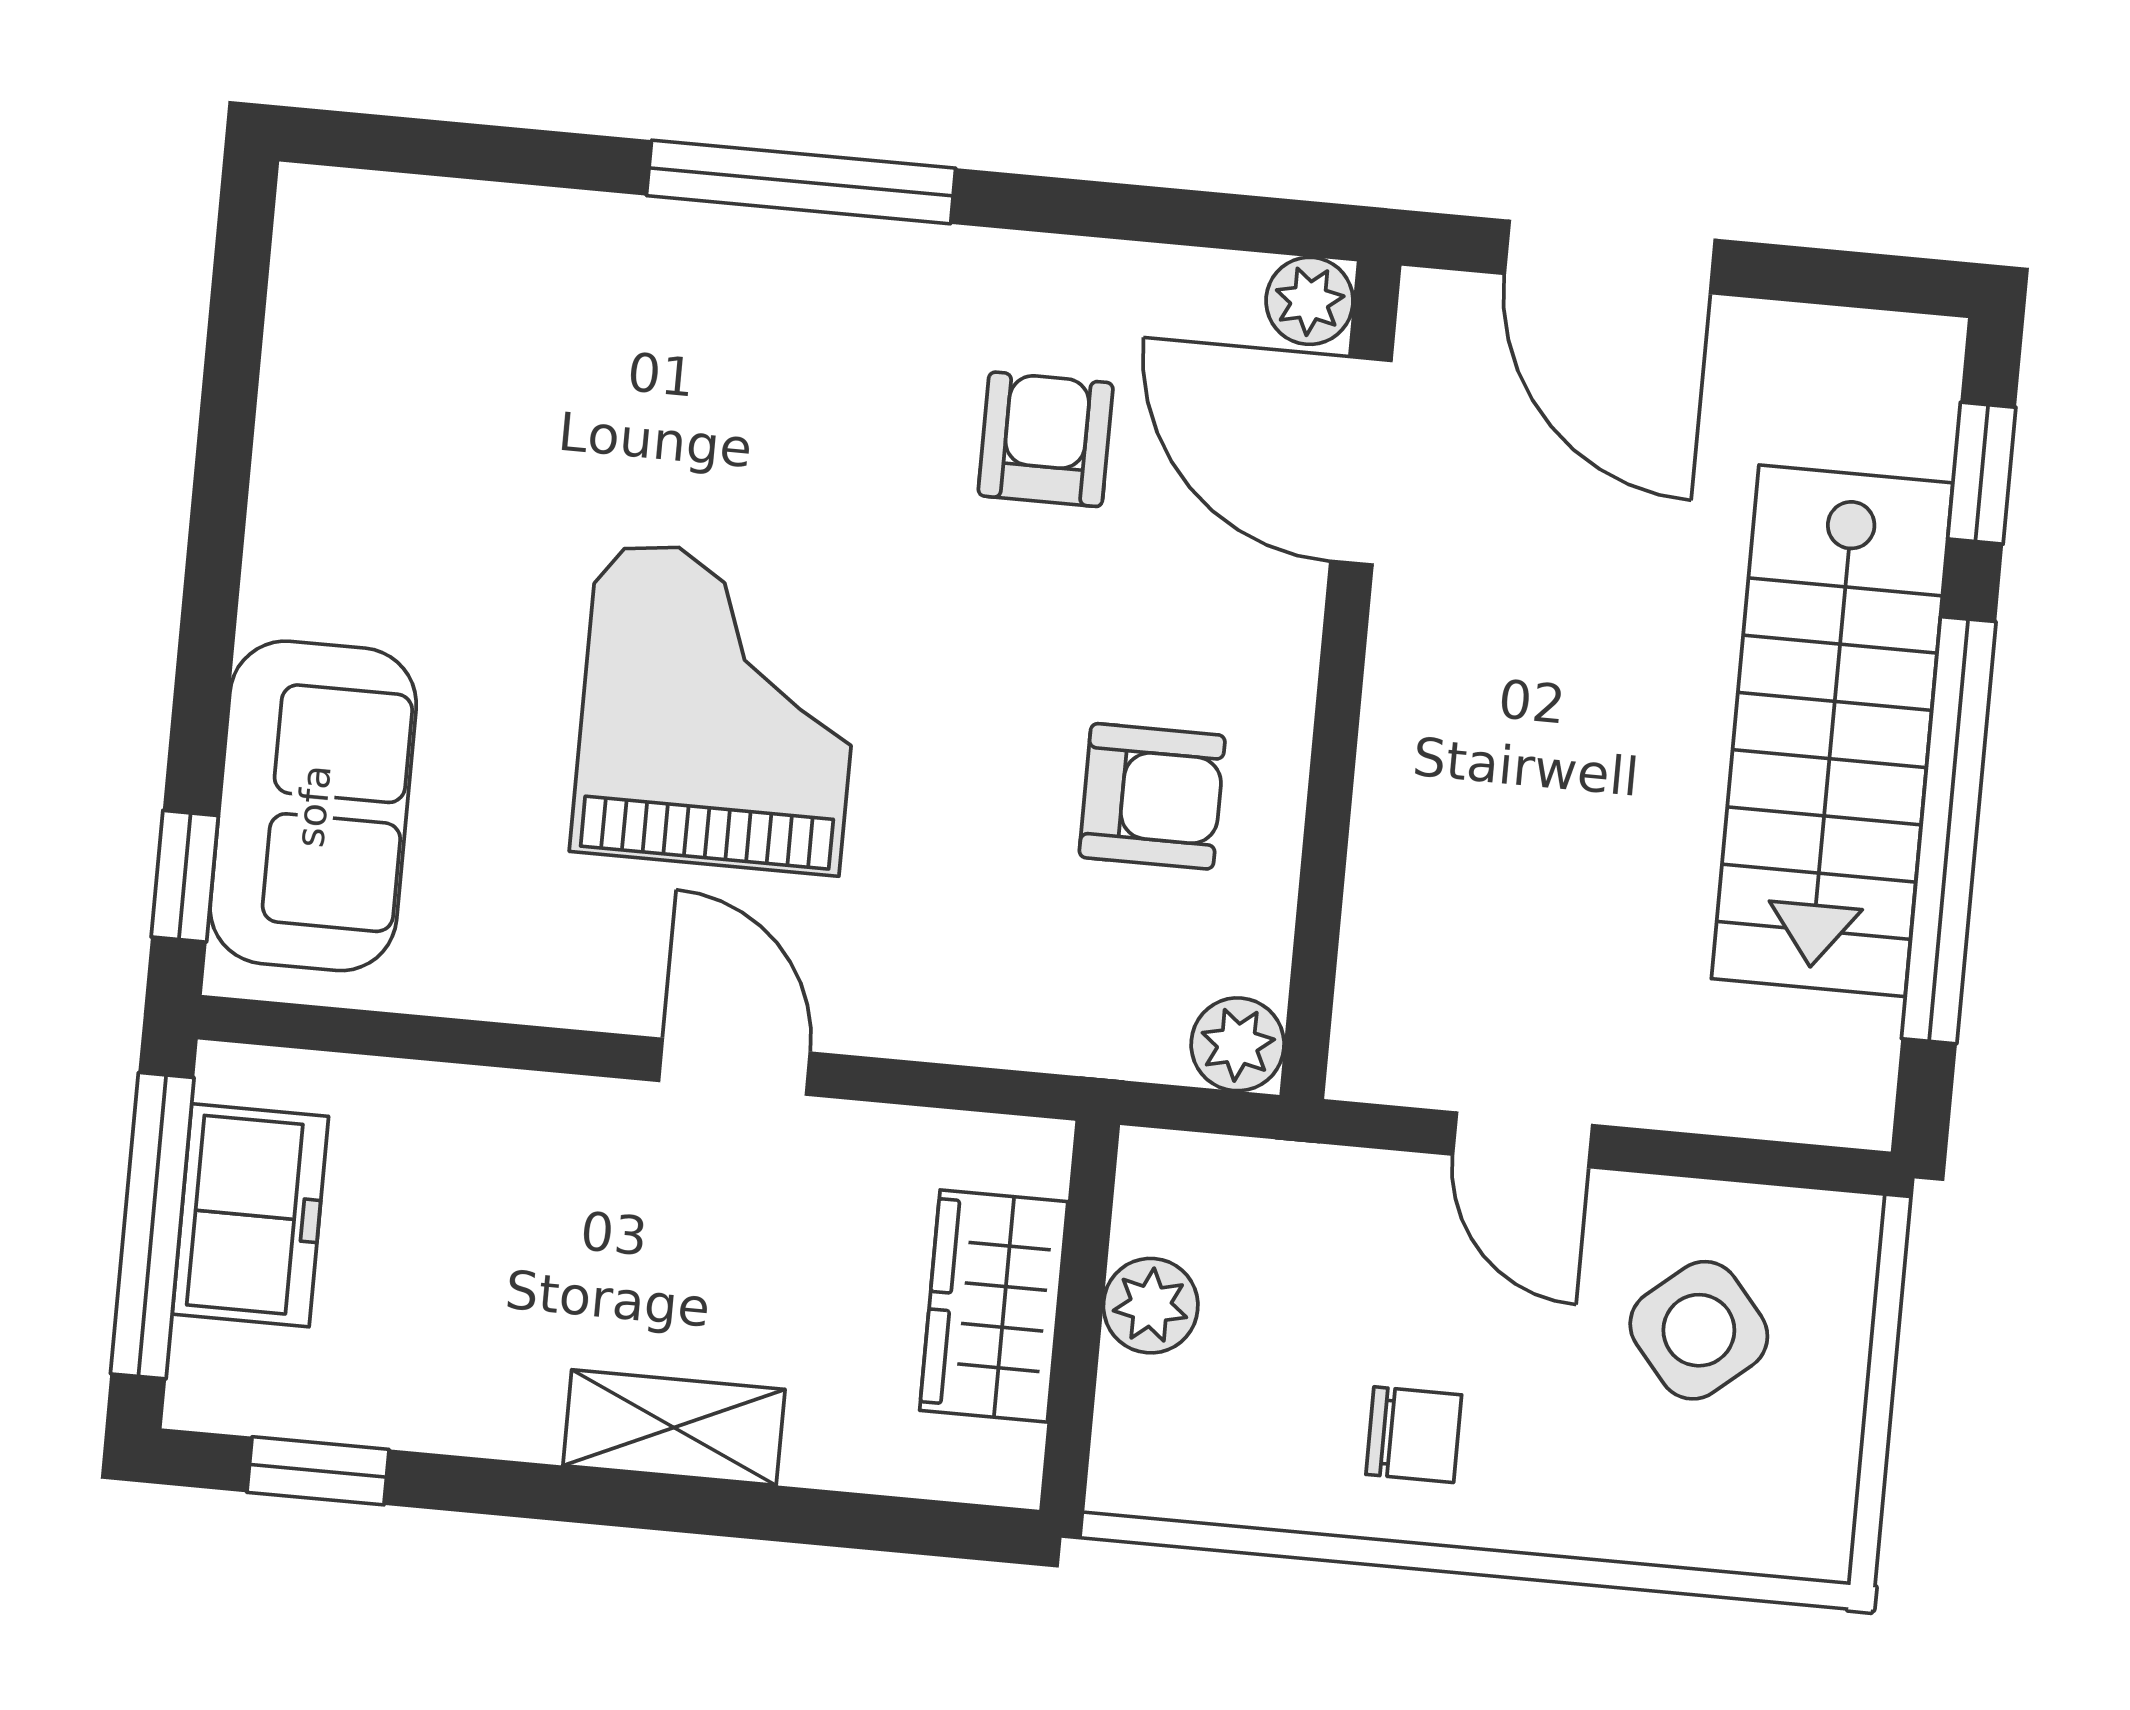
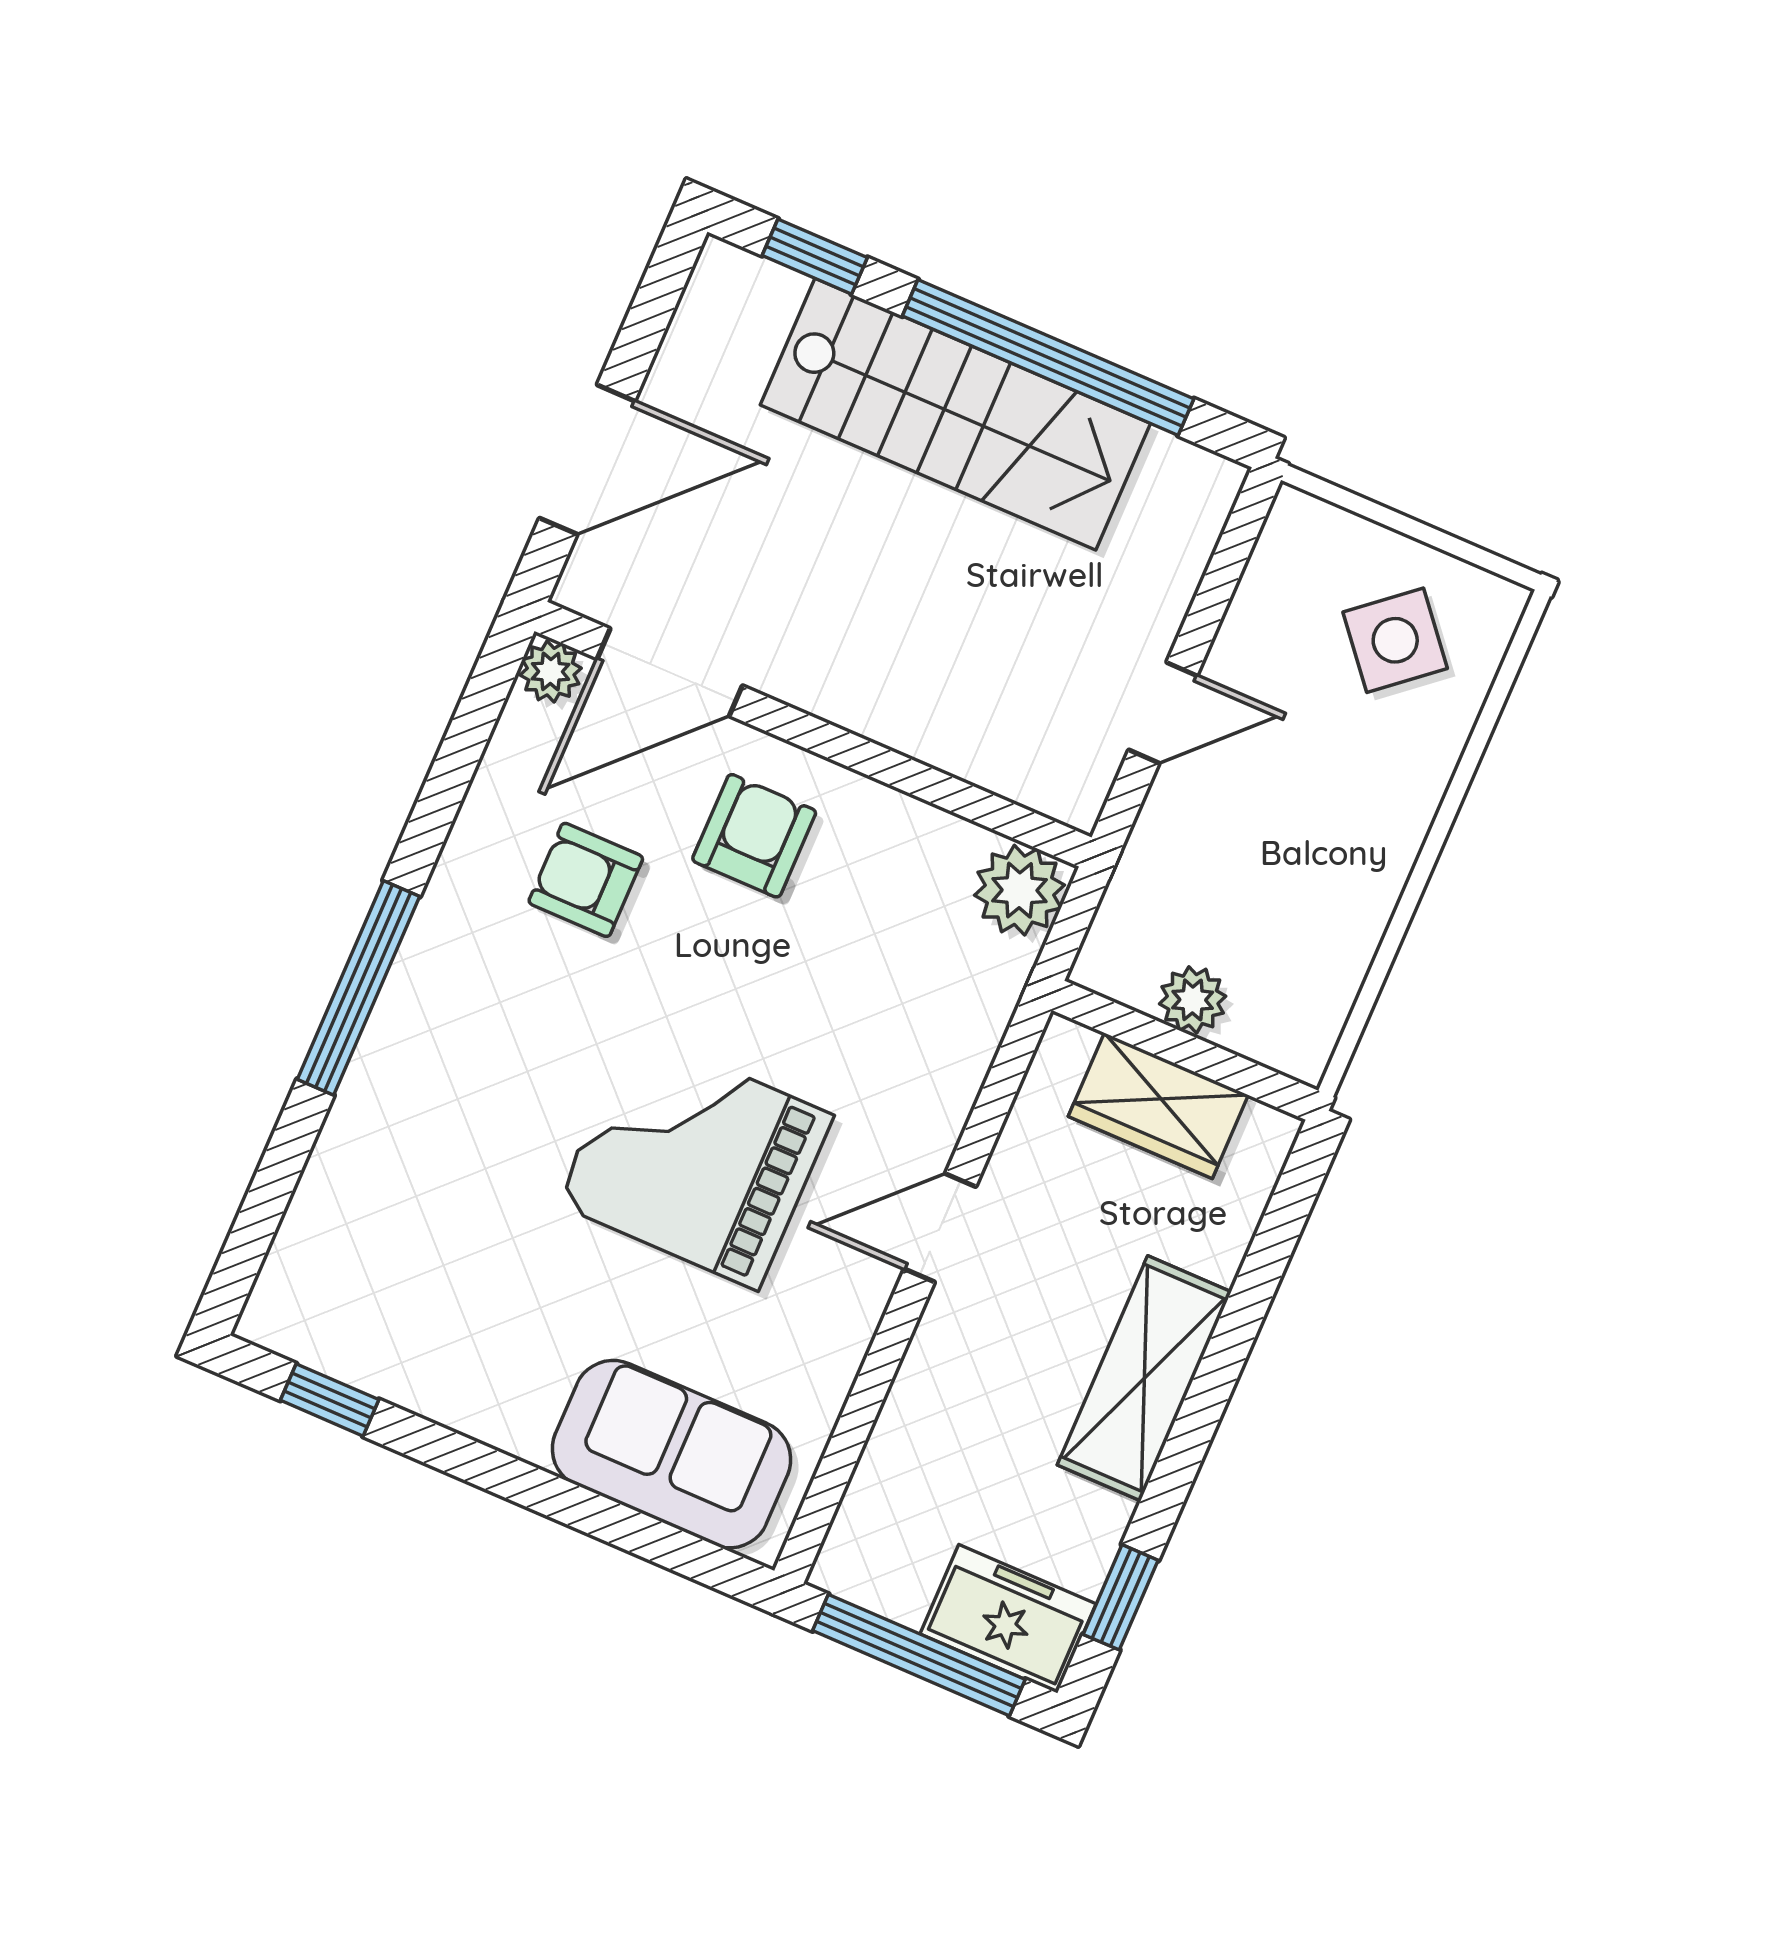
armchair: (1152, 796) -> (754, 836), moved
window: (185, 876) -> (330, 1400), moved
plant: (1238, 1044) -> (1020, 890), width x1.38, depth x1.38
freezer: (250, 1215) -> (1008, 1619), moved
side table: (1699, 1330) -> (1395, 640), moved
shelving: (674, 1427) -> (1144, 1378), width x1.50, depth x1.33
chair: (1414, 1435) -> (1338, 851), removed

